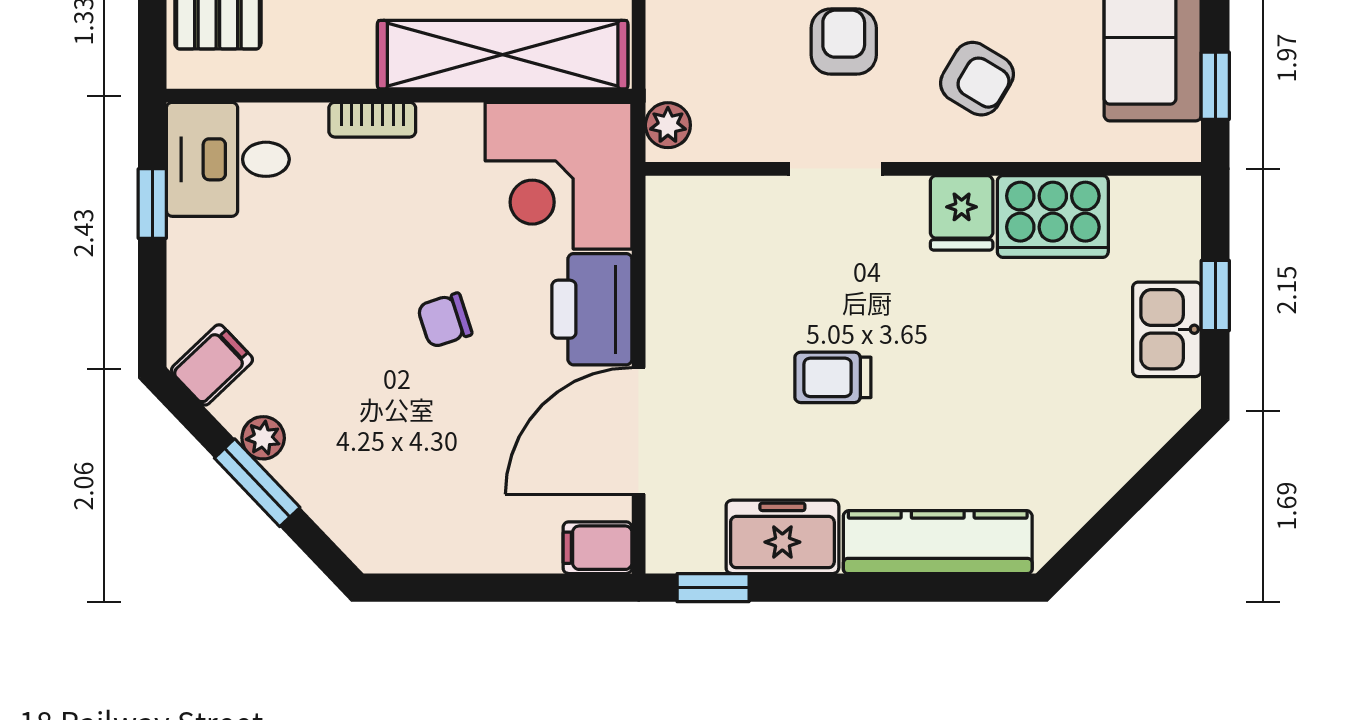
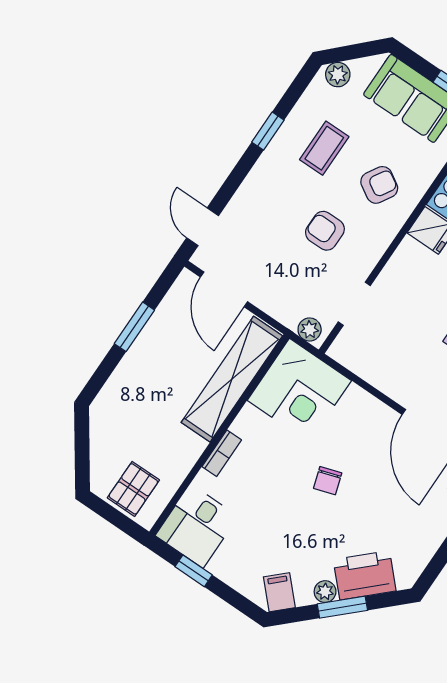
doorway: (836, 169) -> (354, 304), moved
printer: (592, 309) -> (365, 575), moved, turned 136

